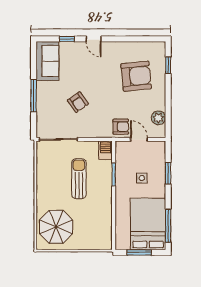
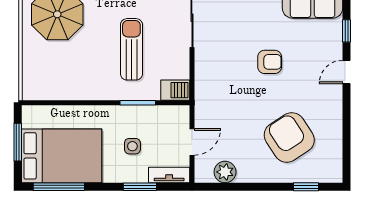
armchair: (136, 76) -> (289, 138), turned 153
armchair: (78, 102) -> (270, 62), moved, turned -145
armchair: (121, 127) -> (211, 114), removed
tv unit: (160, 154) -> (169, 175), added
sun lounger: (79, 179) -> (131, 49), turned -90

